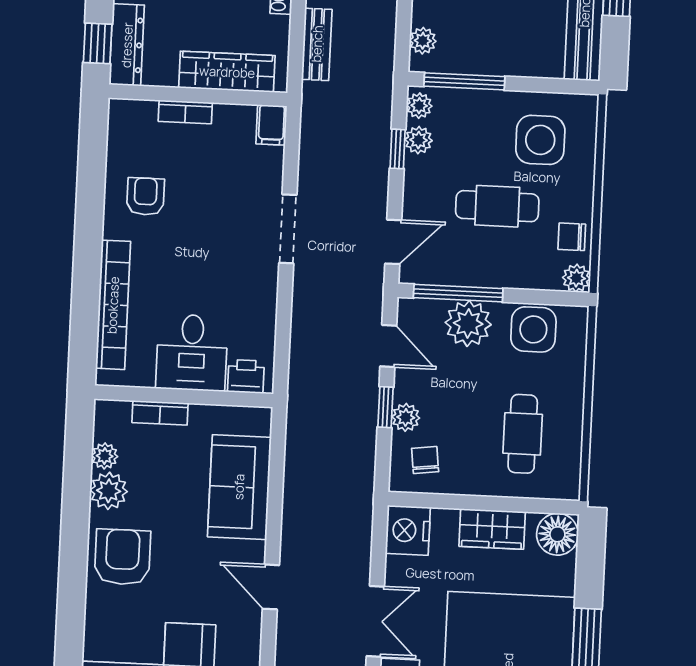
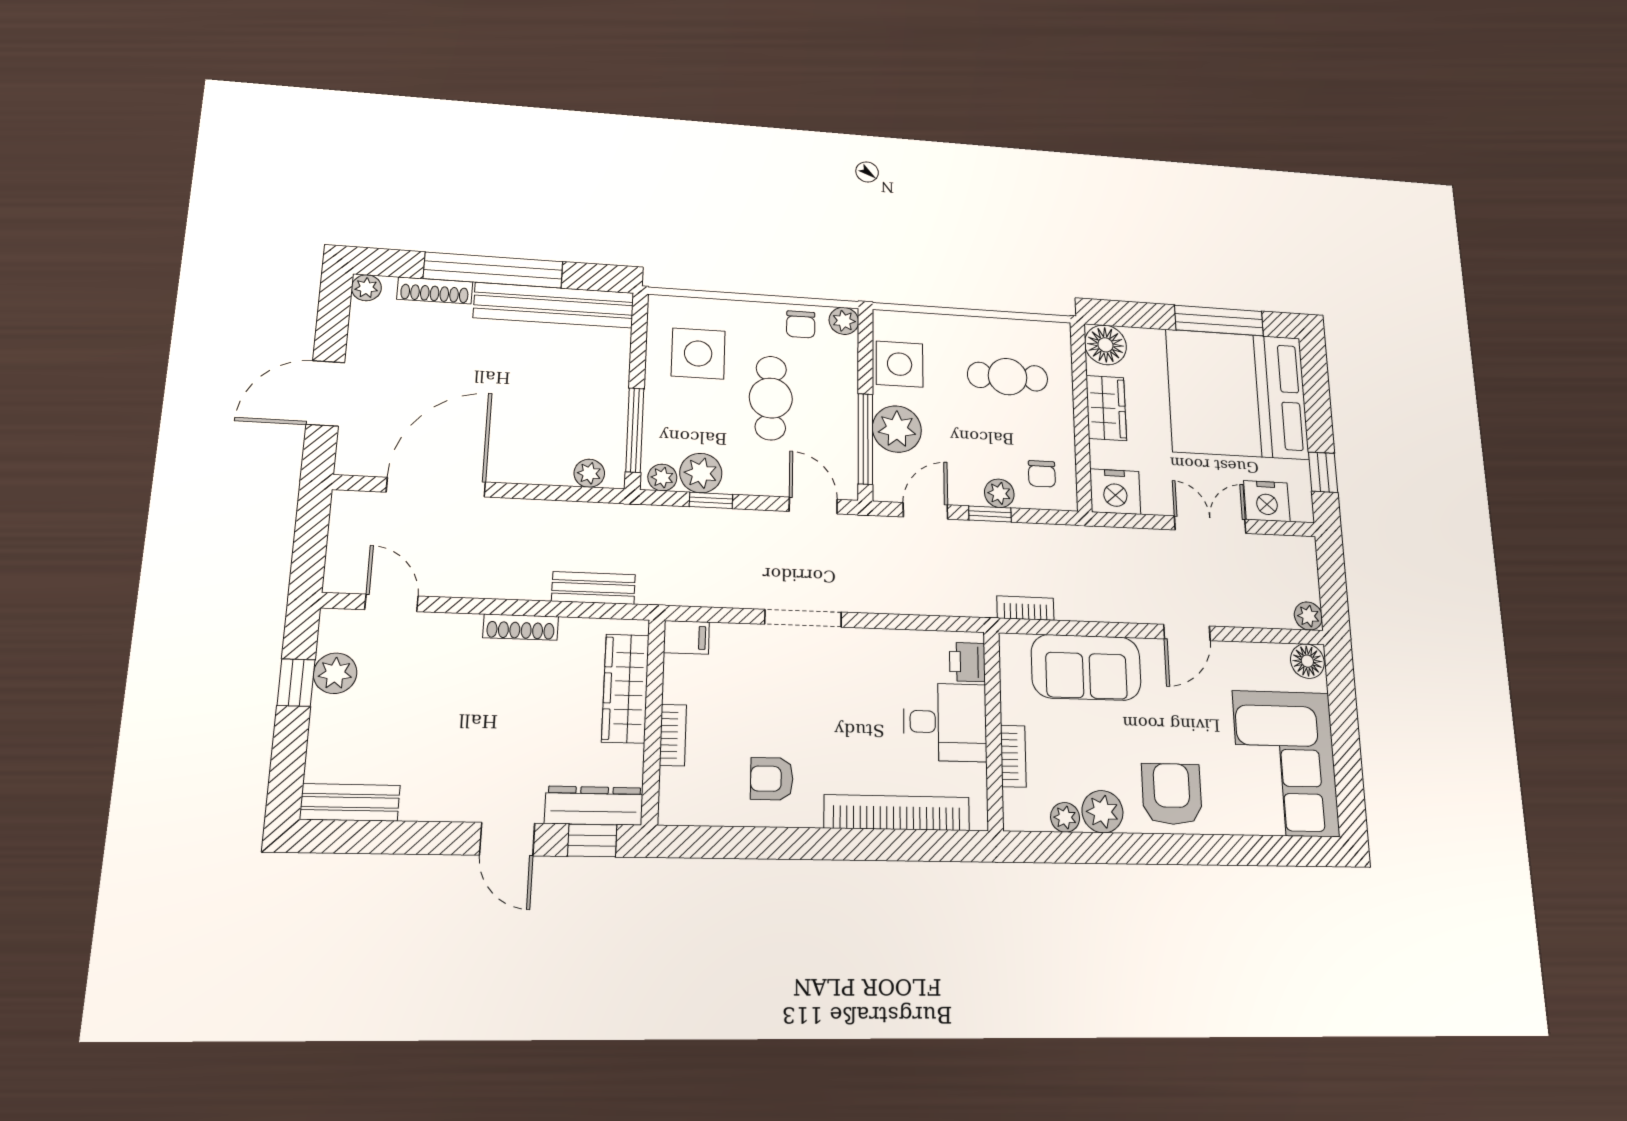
plant: (418, 140) -> (701, 473), width x1.38, depth x1.38
bookcase: (295, 434) -> (1025, 608), added
chair: (425, 460) -> (1042, 474), turned -83
armchair: (122, 557) -> (1172, 794), turned 90

